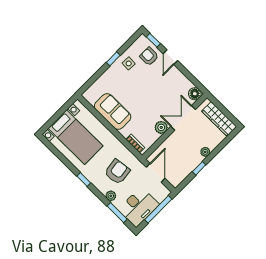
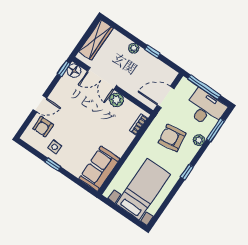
window: (153, 40) -> (64, 69), moved
sofa: (113, 112) -> (99, 169), moved

